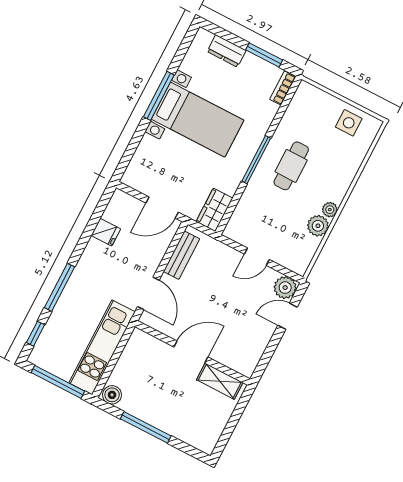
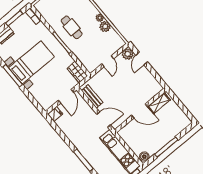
fridge: (106, 232) -> (55, 114), moved
door: (191, 352) -> (140, 111), swing flipped

